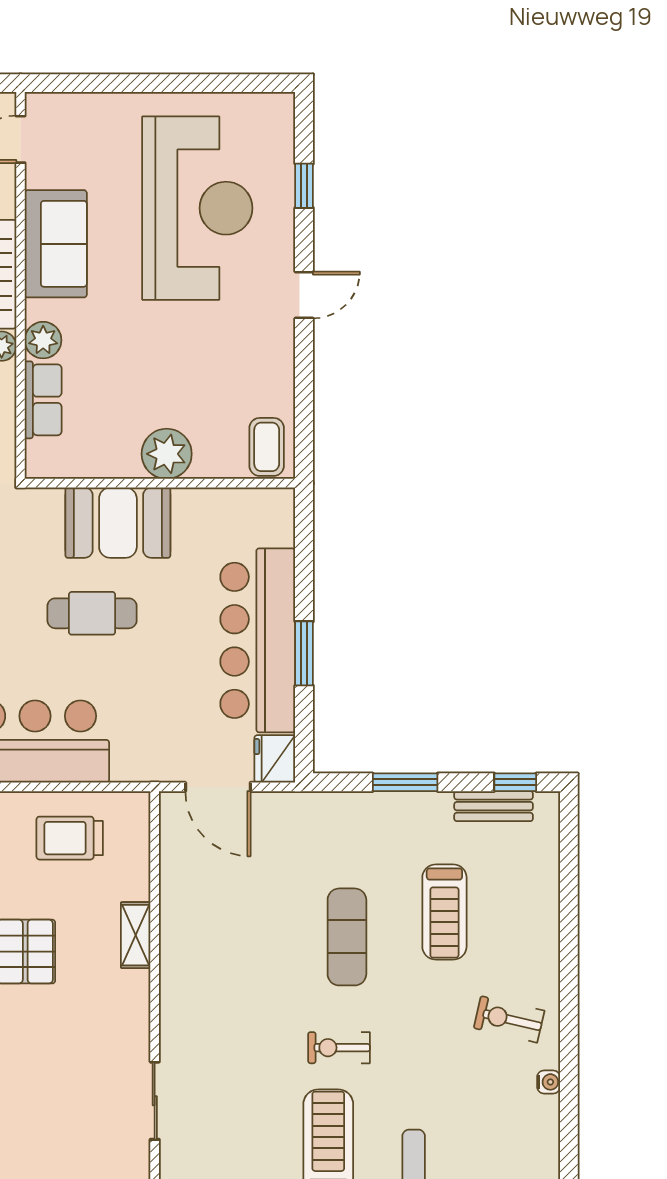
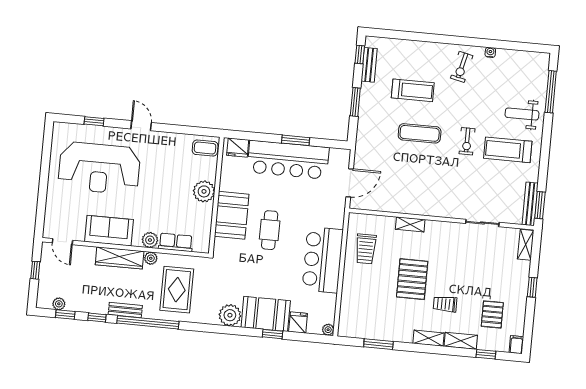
reception desk: (197, 208) -> (99, 168), turned 180
fridge: (275, 759) -> (238, 148), moved

